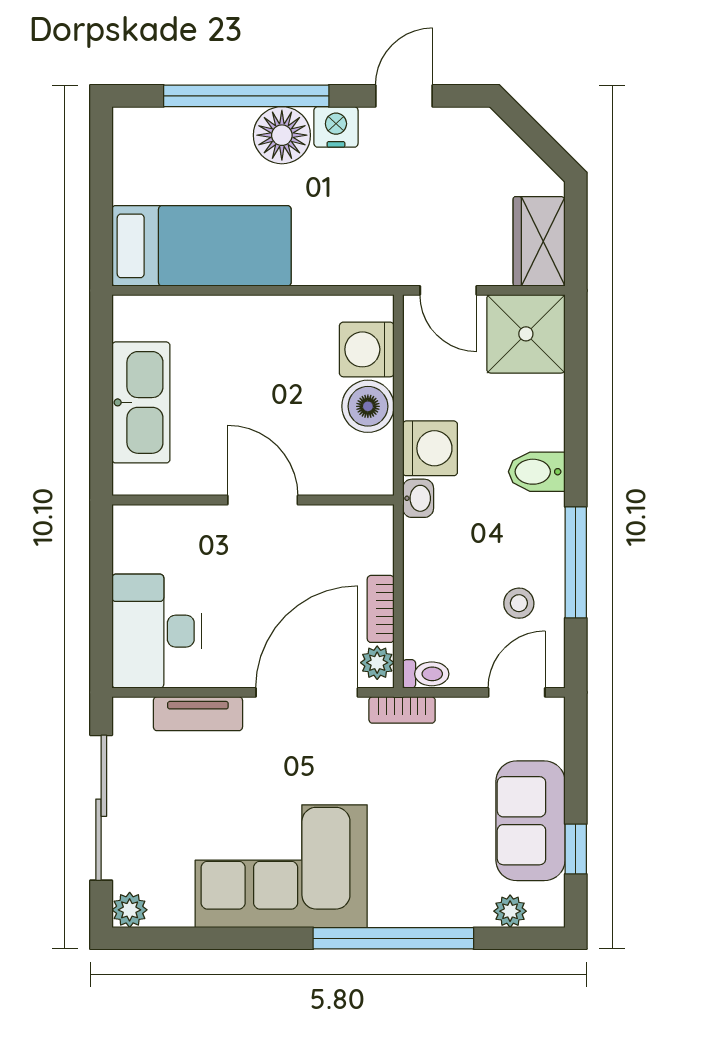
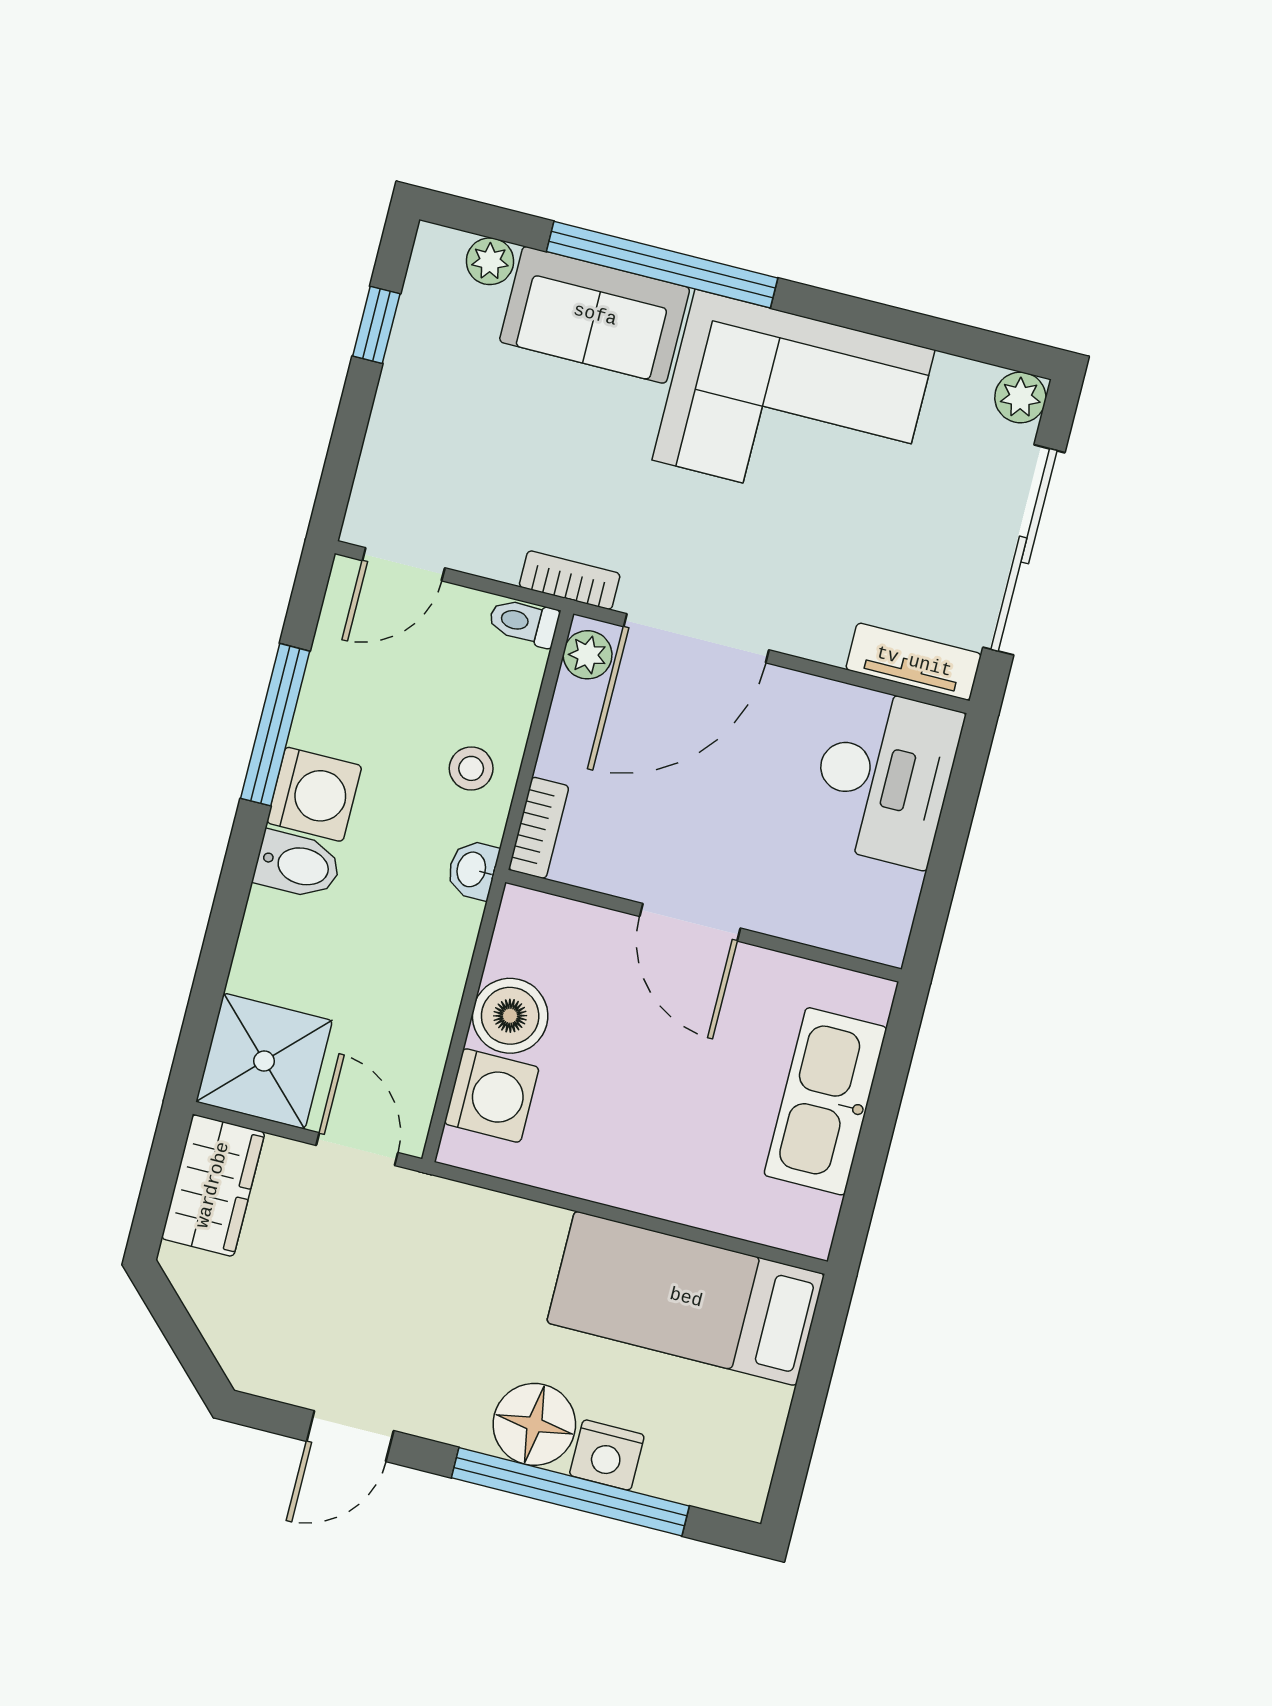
nightstand: (336, 127) -> (607, 1455), moved
washing machine: (430, 448) -> (314, 794), moved, turned 180
stool: (519, 603) -> (471, 768), moved
bookcase: (381, 609) -> (539, 828), moved
tv unit: (198, 714) -> (914, 662), moved
sofa: (530, 821) -> (595, 315), moved, turned 90

